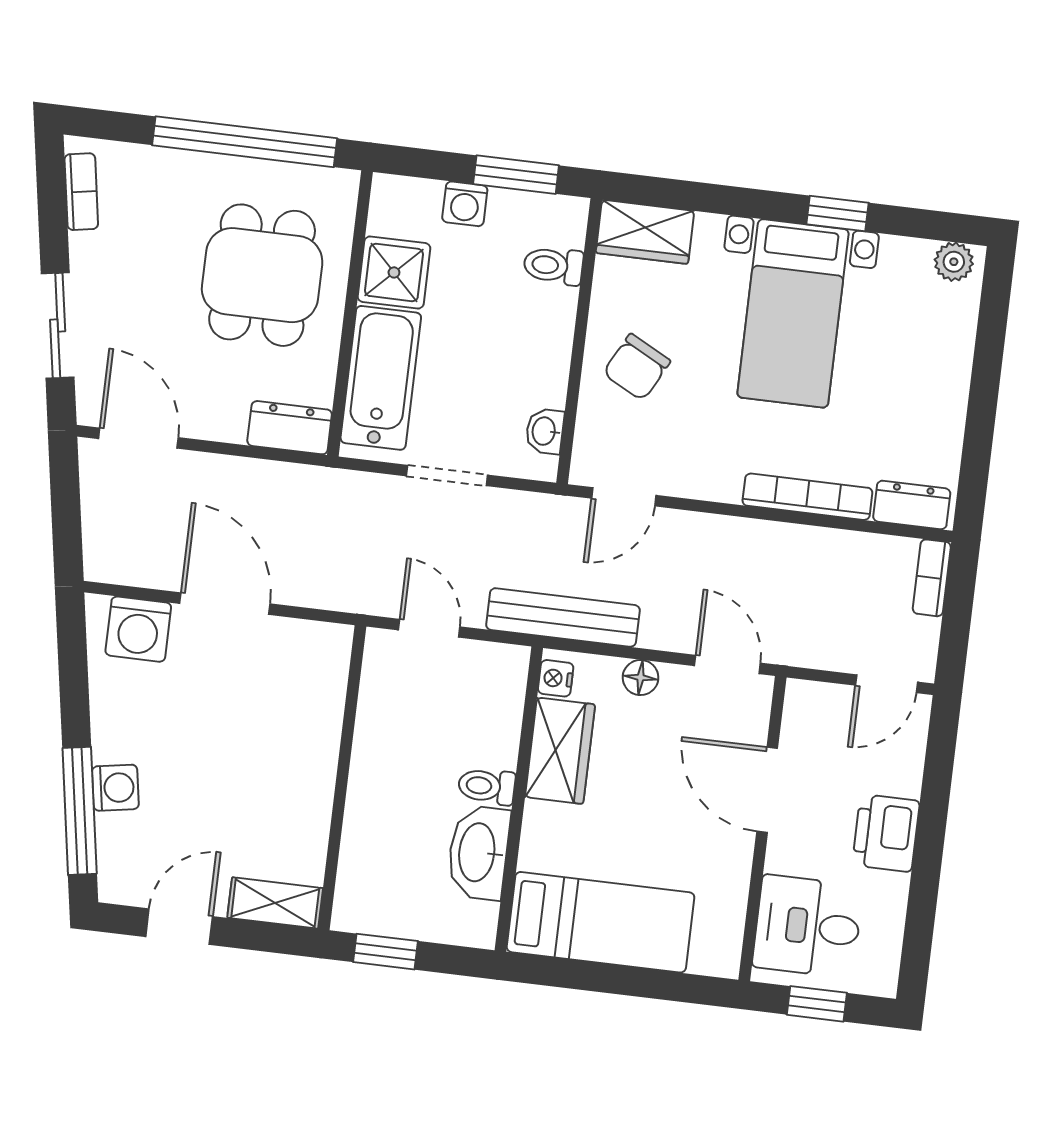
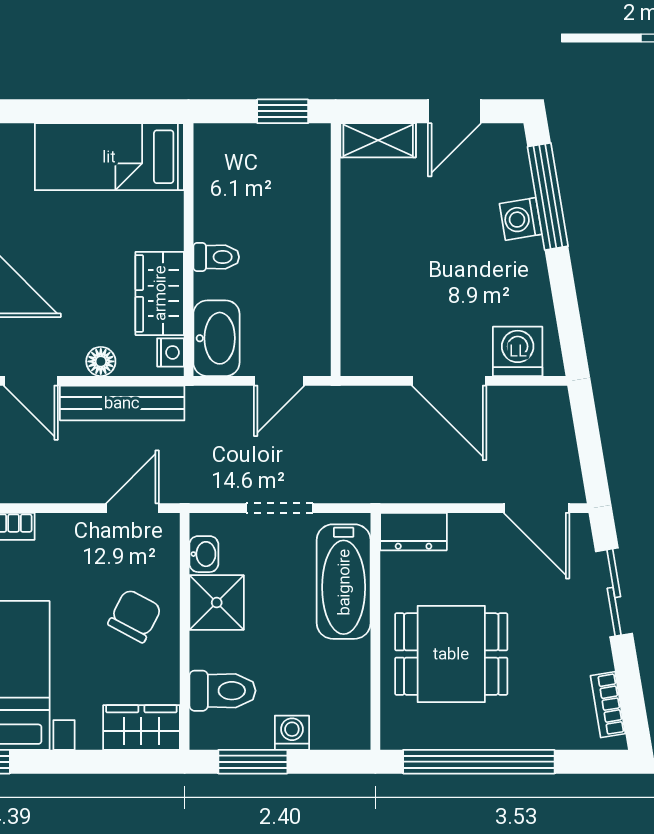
toilet: (553, 266) -> (222, 691), width x1.37, depth x1.39
shower: (394, 272) -> (217, 603), moved
dining table: (262, 275) -> (451, 654), turned 90
bench: (563, 617) -> (122, 403), moved
door: (429, 628) -> (279, 381), hinge flipped
washbasin: (478, 852) -> (216, 338), moved

